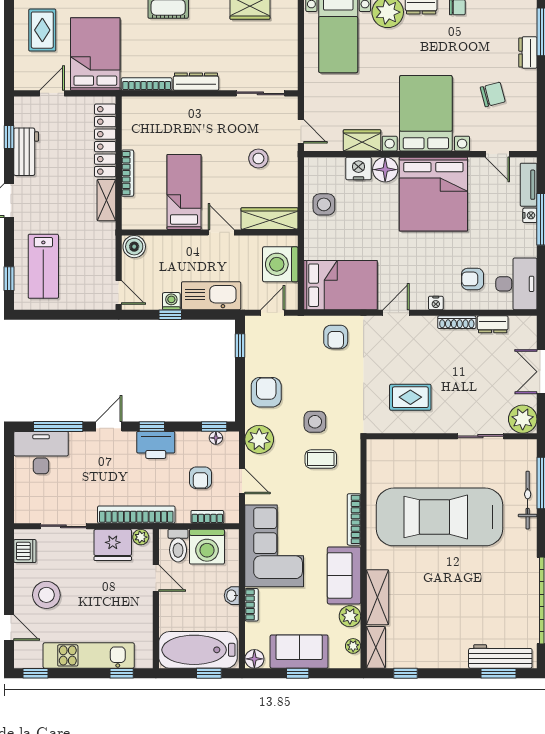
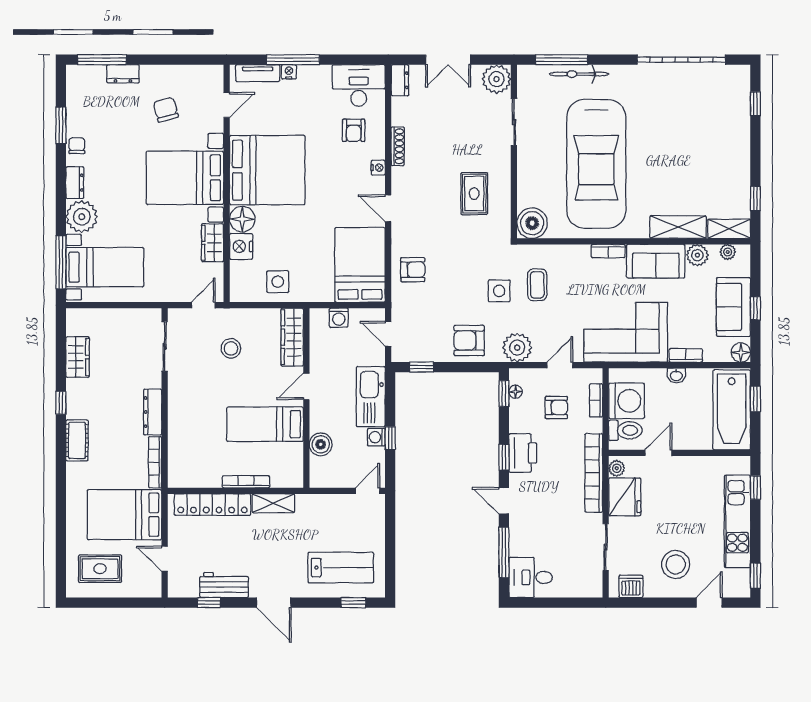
boiler: (134, 247) -> (321, 444), moved
washing machine: (280, 264) -> (339, 318), width x0.53, depth x0.53
dresser: (493, 324) -> (400, 80), moved
desk: (41, 453) -> (531, 577), width x0.73
boiler: (381, 454) -> (532, 223), added
bookcase: (354, 519) -> (608, 251), width x0.64
workbench: (500, 656) -> (738, 102), removed
window: (499, 673) -> (755, 104), width x0.67

